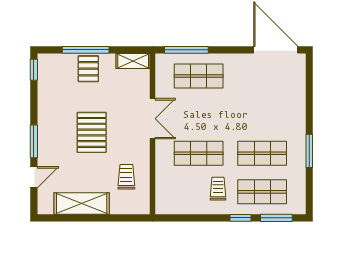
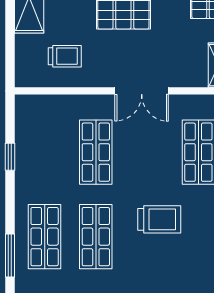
trolley: (218, 189) -> (159, 219), moved, width x1.36, depth x1.39
window: (241, 218) -> (10, 157), moved

